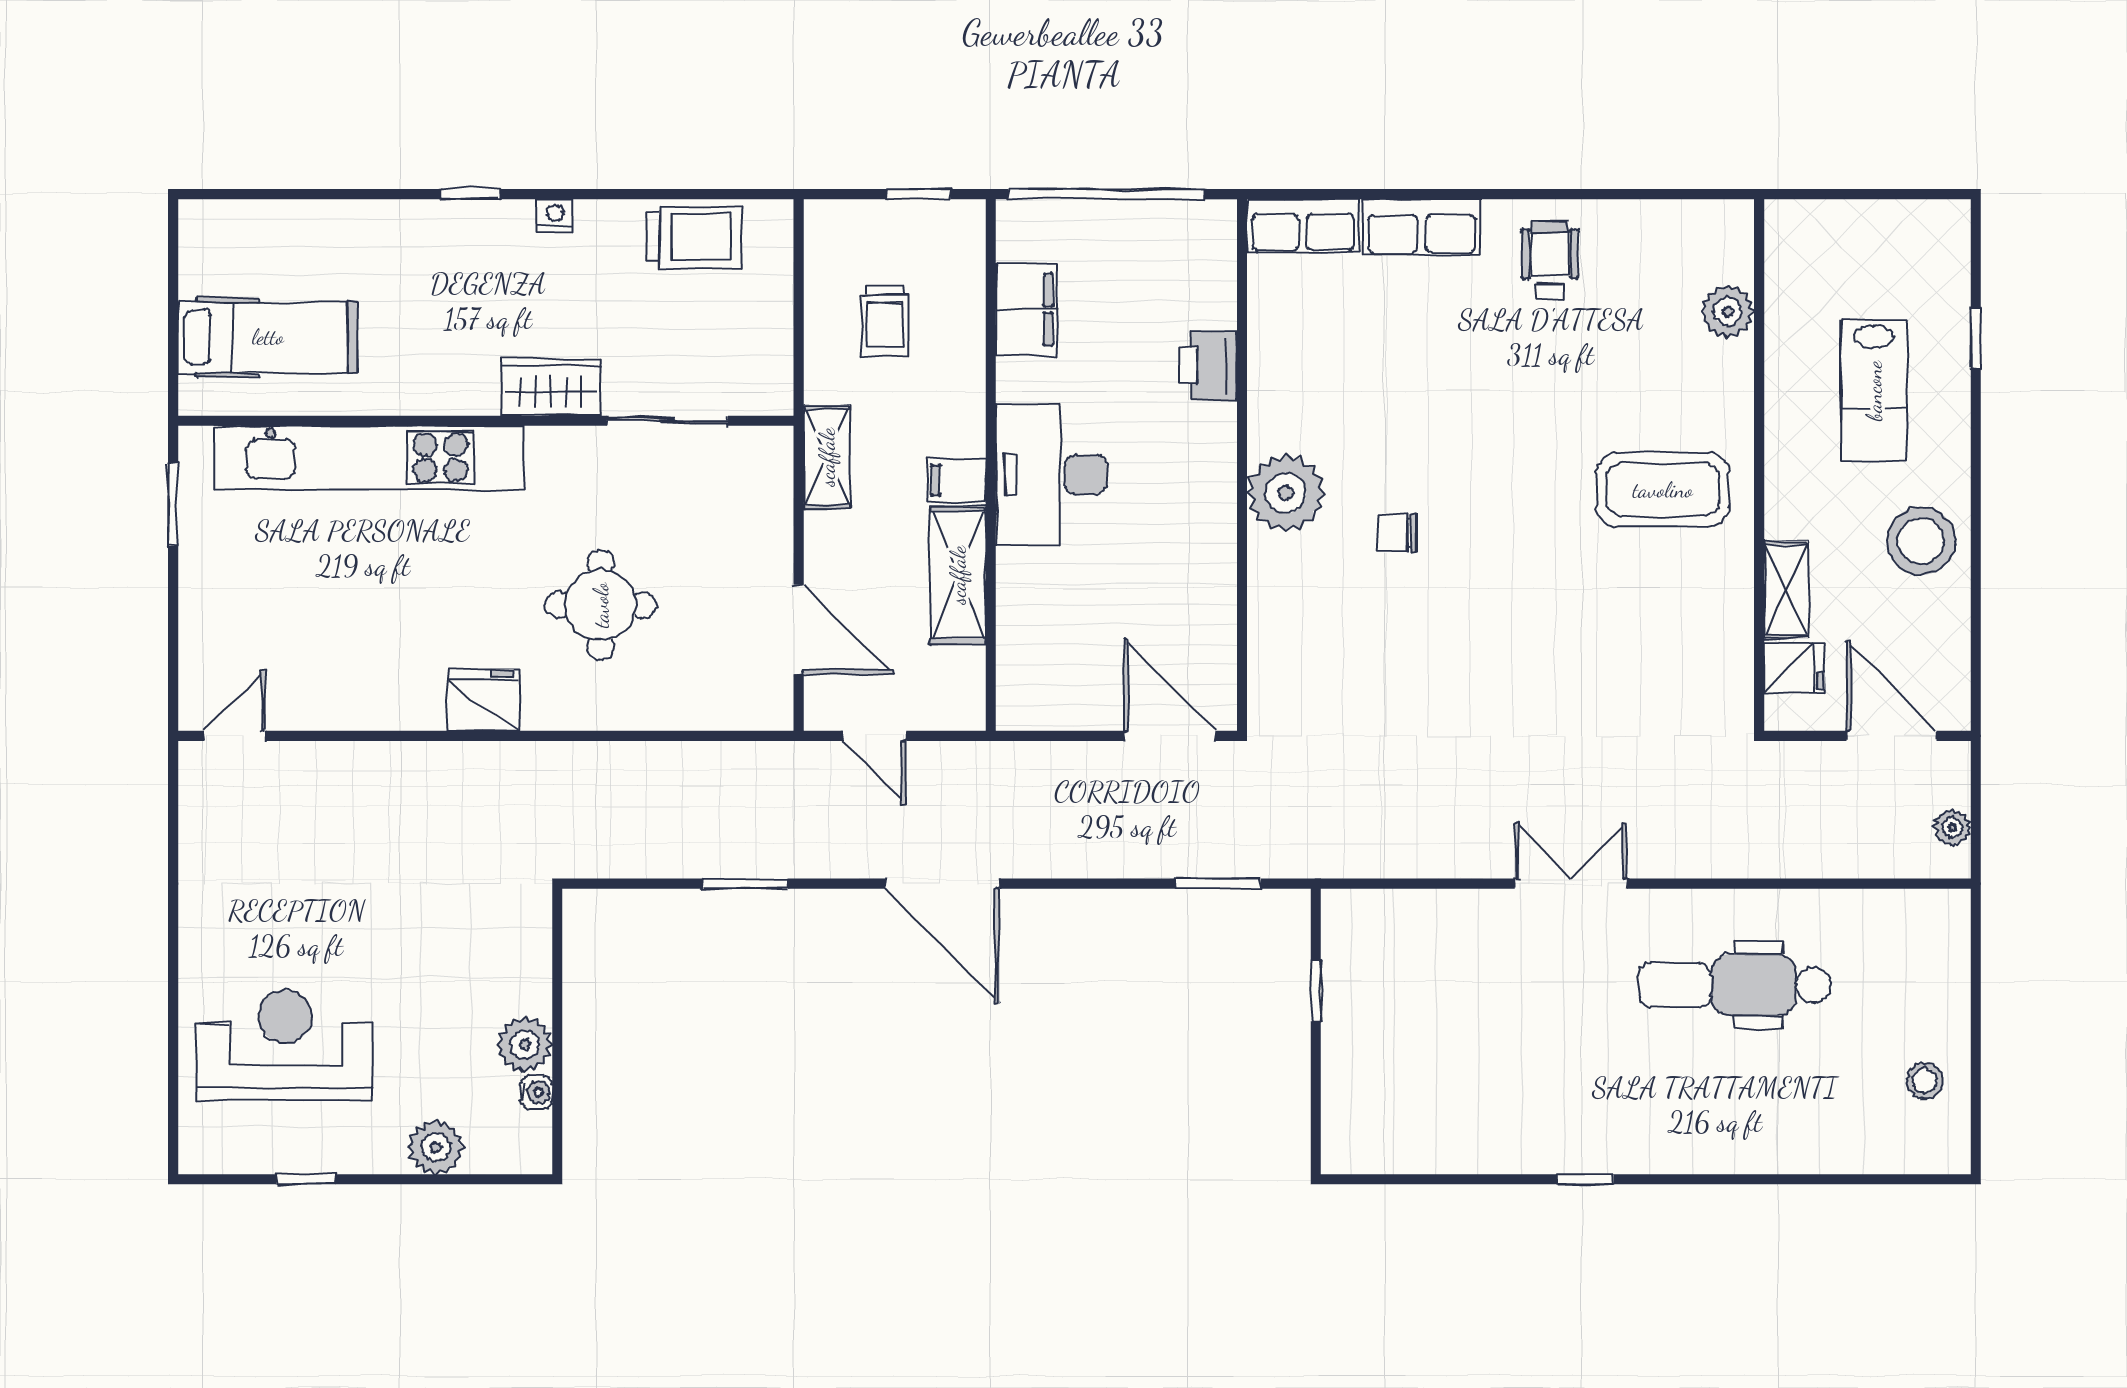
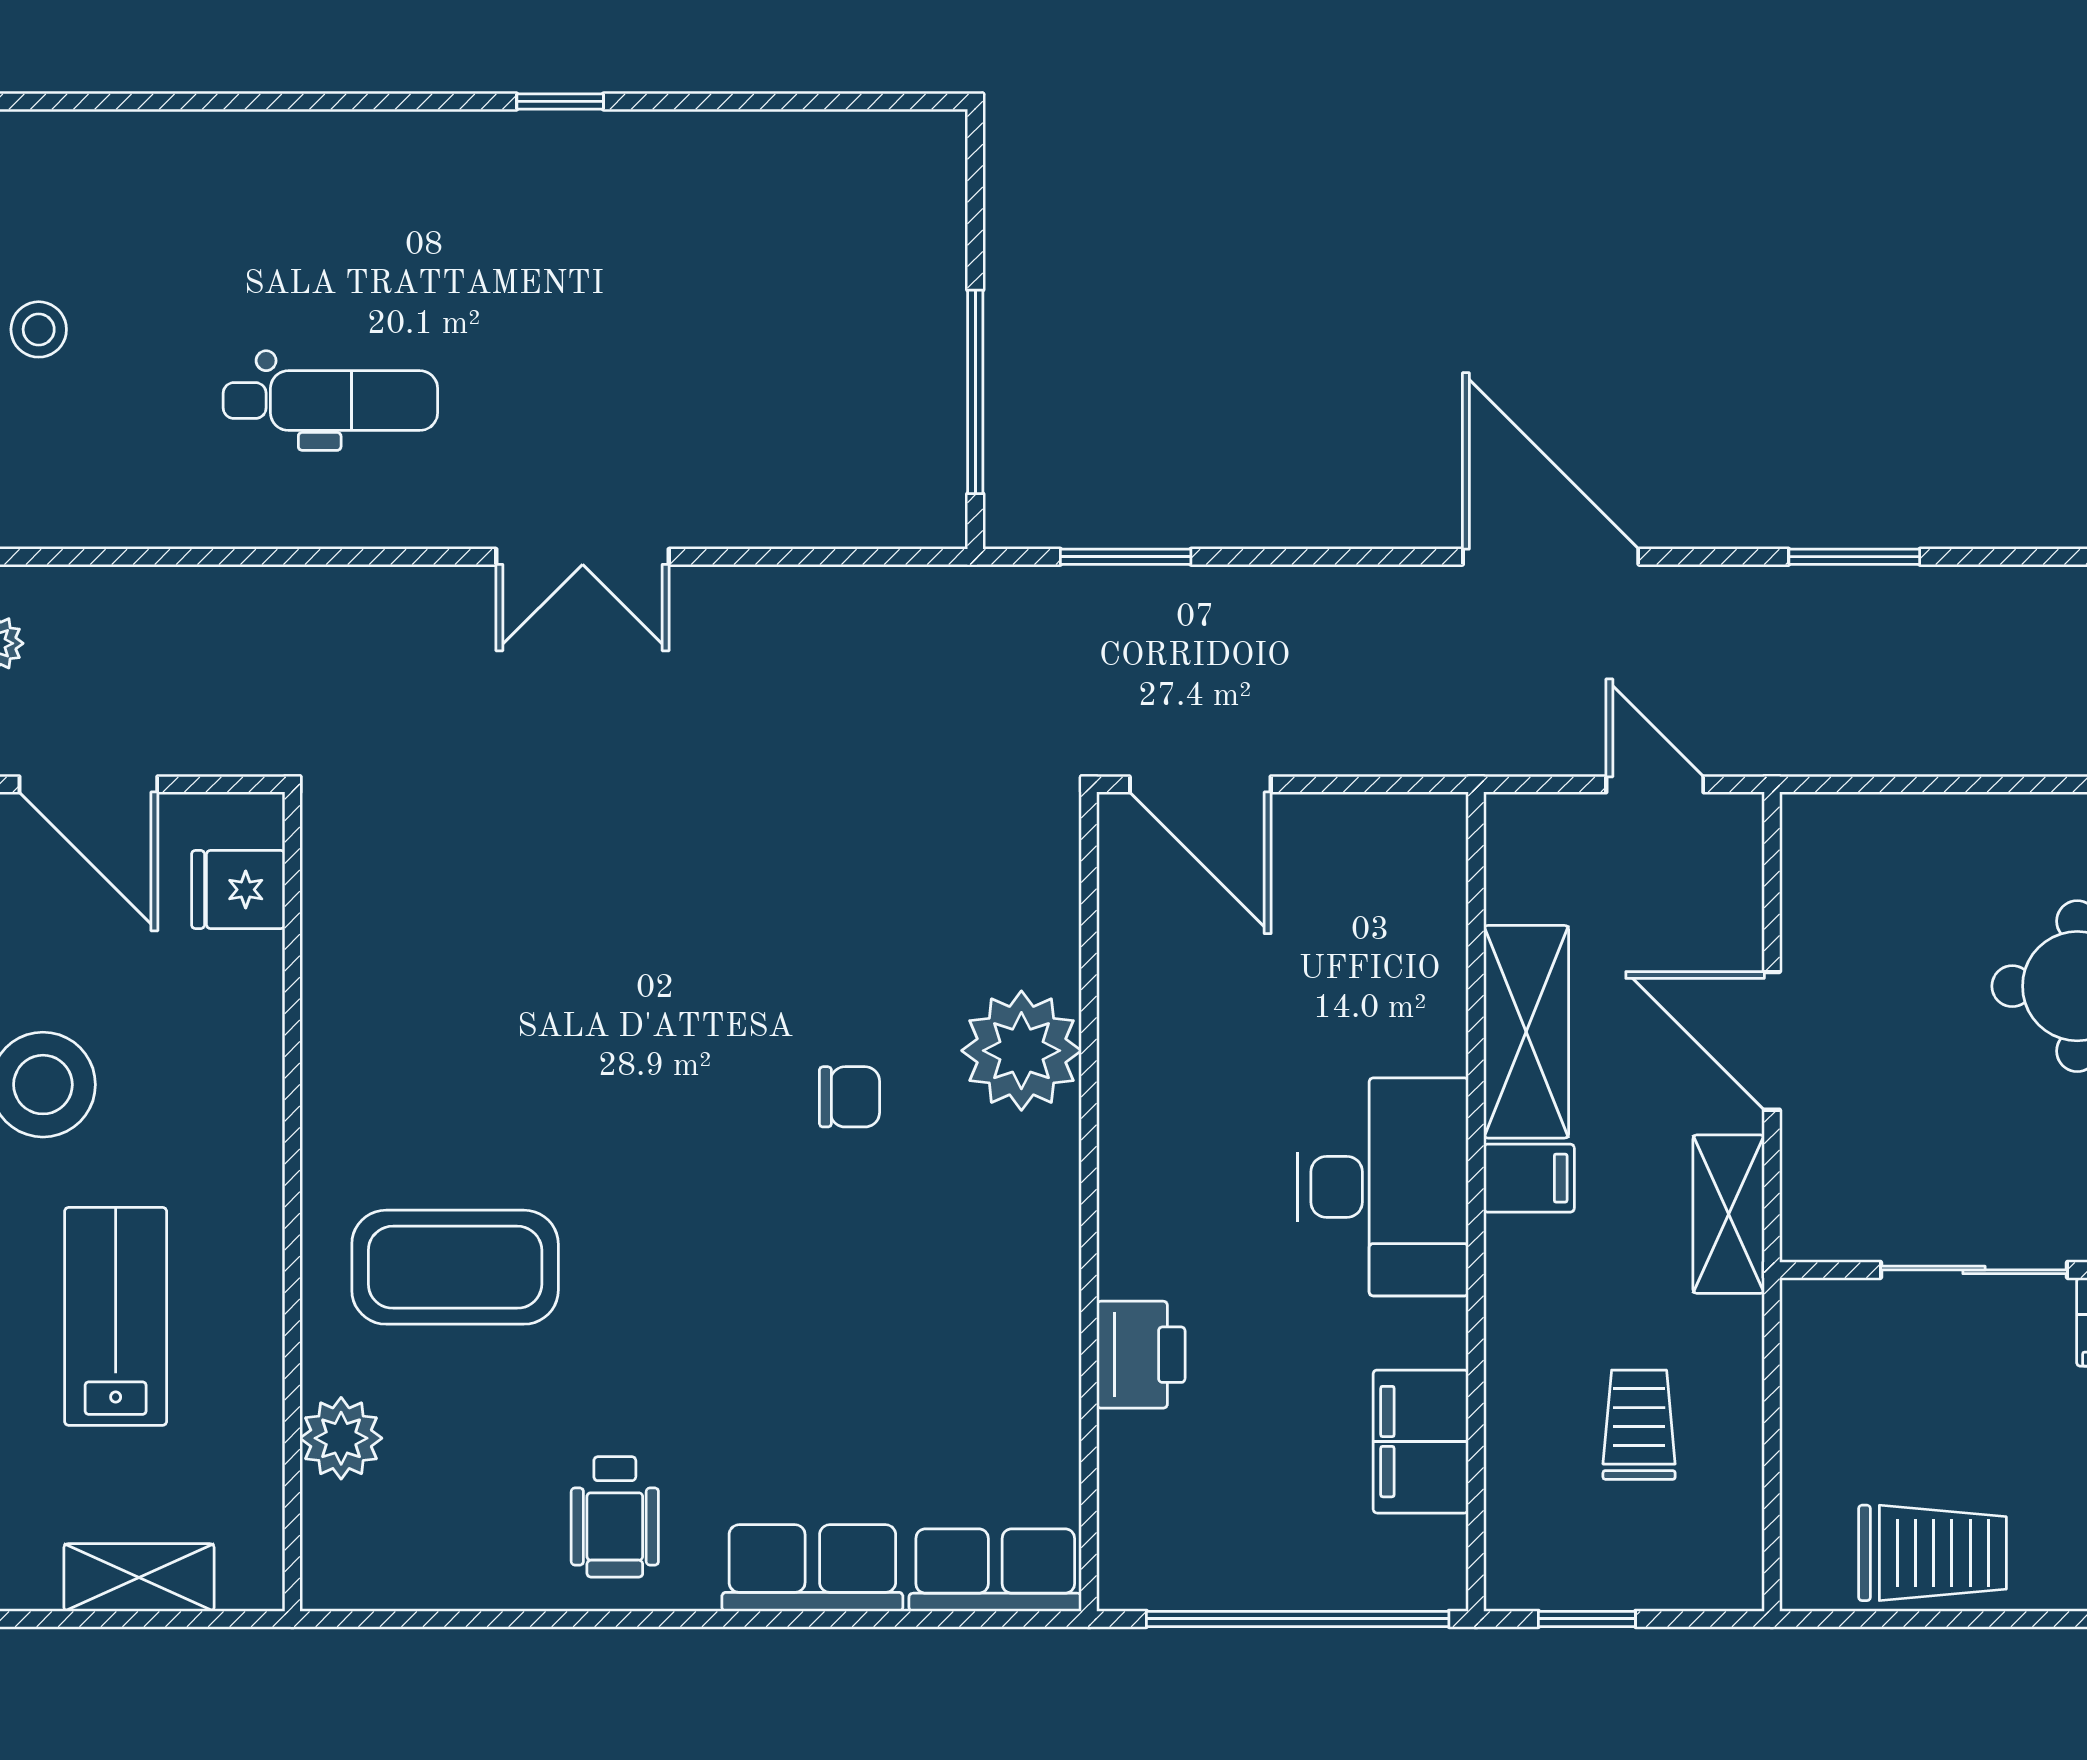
trolley: (694, 237) -> (1932, 1553), turned 180
coffee table: (1663, 490) -> (455, 1267), moved
plant: (1286, 493) -> (1021, 1051), moved
shelving: (1786, 590) -> (139, 1578), moved, turned 90
door: (799, 629) -> (1772, 1041), moved
dental chair: (1734, 985) -> (330, 401), width x0.73, depth x0.72
window: (1316, 991) -> (975, 392), width x2.17
stool: (1925, 1081) -> (39, 329), moved

